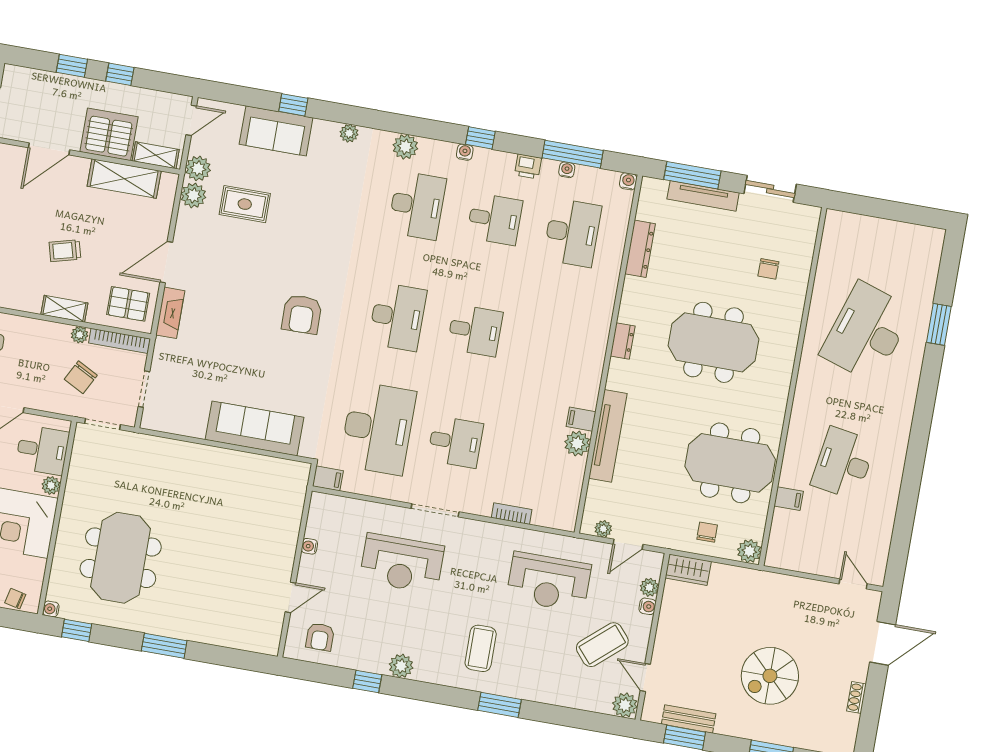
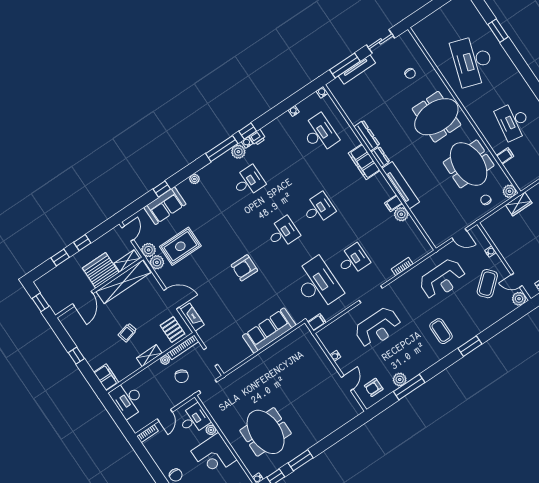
plant: (405, 147) -> (238, 152), moved
window: (573, 154) -> (222, 149), moved
printer: (528, 166) -> (258, 137), moved
shelving: (124, 179) -> (123, 282), width x1.47
rug: (245, 204) -> (180, 246), width x1.36, depth x1.43
desk: (417, 205) -> (248, 182), width x0.73
desk: (495, 219) -> (284, 158), removed
dresser: (640, 249) -> (367, 136), moved
door: (166, 262) -> (172, 299), swing flipped
pallet: (128, 304) -> (172, 330), turned 90
armchair: (302, 314) -> (244, 268), turned 92
desk: (397, 317) -> (283, 233), width x0.73
filing cabinet: (595, 327) -> (364, 162), added
meeting table: (713, 342) -> (436, 117), moved
tv unit: (608, 436) -> (401, 185), moved
meeting table: (730, 463) -> (469, 164), turned 90
plant: (603, 529) -> (444, 238), removed
door: (628, 544) -> (459, 235), hinge flipped
wardrobe: (688, 570) -> (519, 204), moved
plant: (649, 587) -> (484, 243), removed
armchair: (320, 637) -> (374, 387), turned 90
window: (164, 646) -> (301, 460), moved
plant: (401, 666) -> (400, 379), moved
window: (367, 682) -> (409, 387), width x2.17

